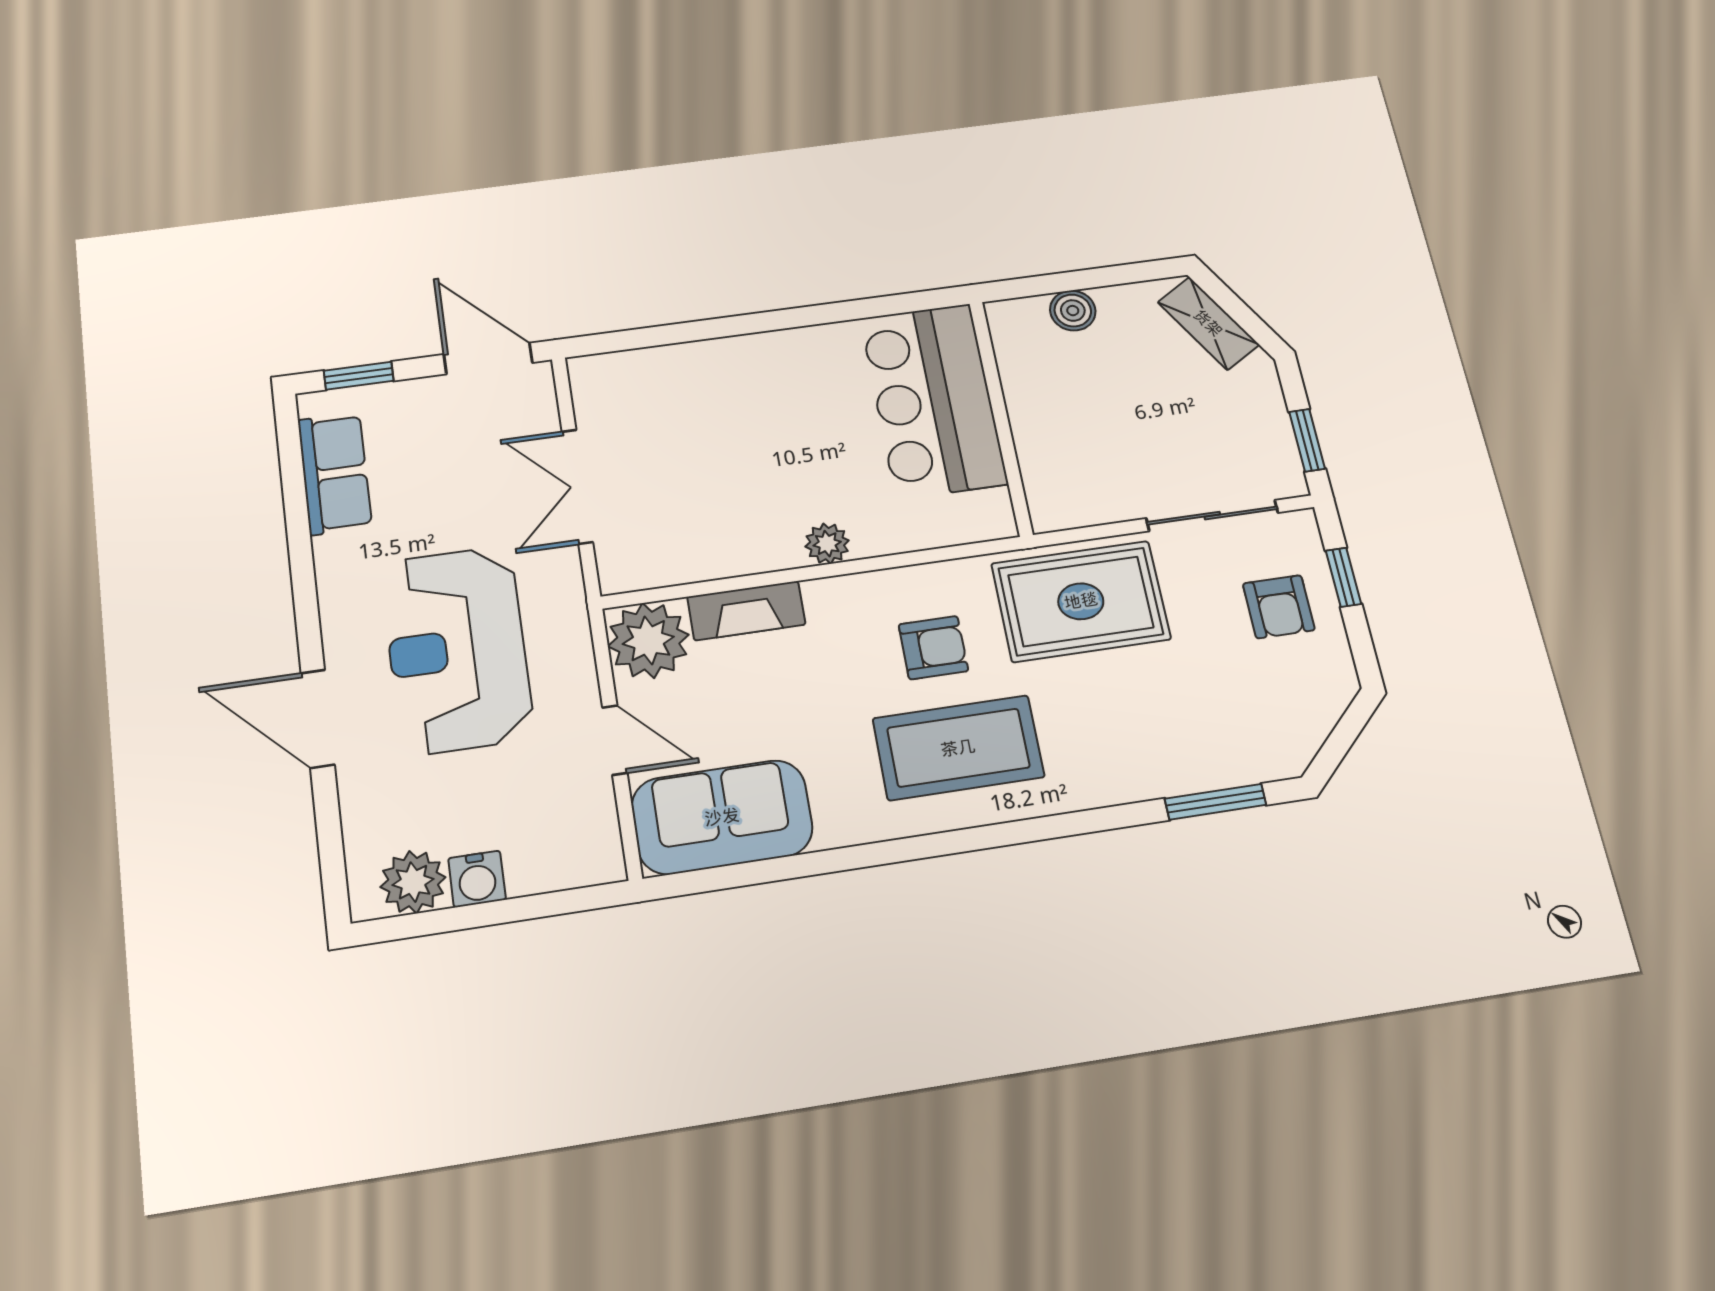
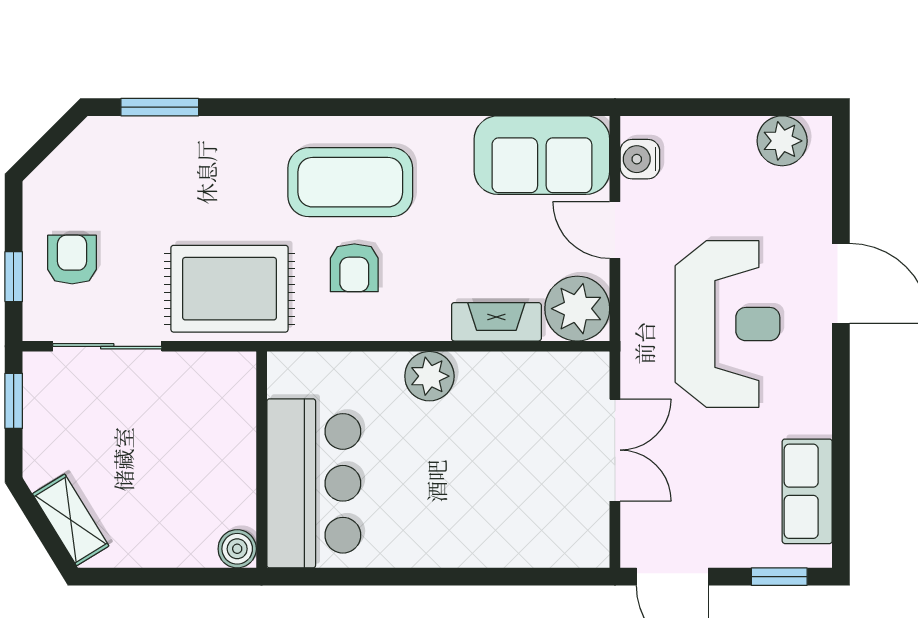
boiler: (1073, 311) -> (237, 549), moved
plant: (827, 544) -> (429, 376), width x1.38, depth x1.38
armchair: (933, 648) -> (354, 268), turned -90
water cooler: (477, 879) -> (640, 159), moved, turned -90

